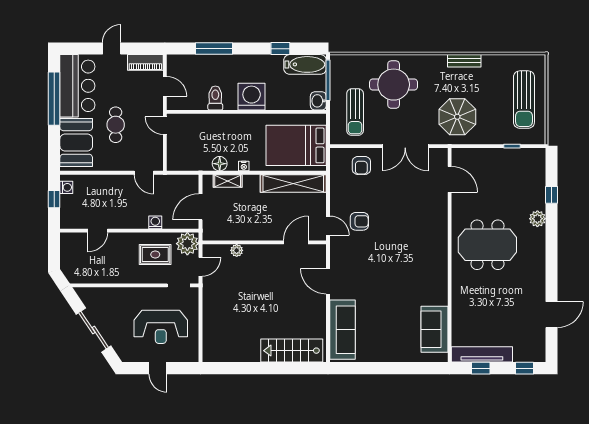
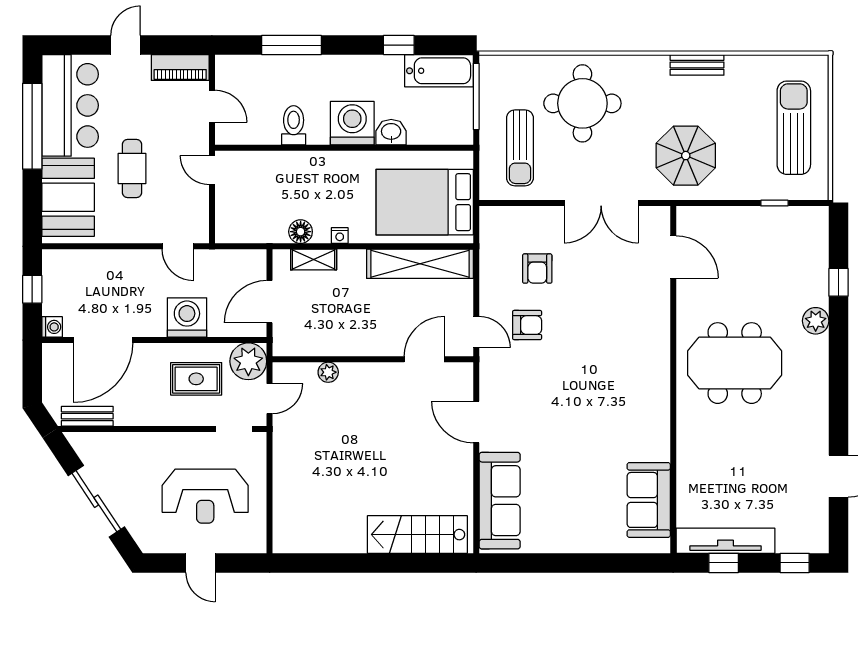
sun lounger: (524, 100) -> (794, 128), turned 180
washbasin: (318, 101) -> (391, 132), moved, turned 90
armchair: (361, 165) -> (537, 269), moved
washing machine: (66, 187) -> (52, 327), moved
washing machine: (155, 222) -> (187, 317), width x1.89, depth x1.89
door: (98, 231) -> (103, 340), width x1.87
bench: (88, 278) -> (87, 416), added

